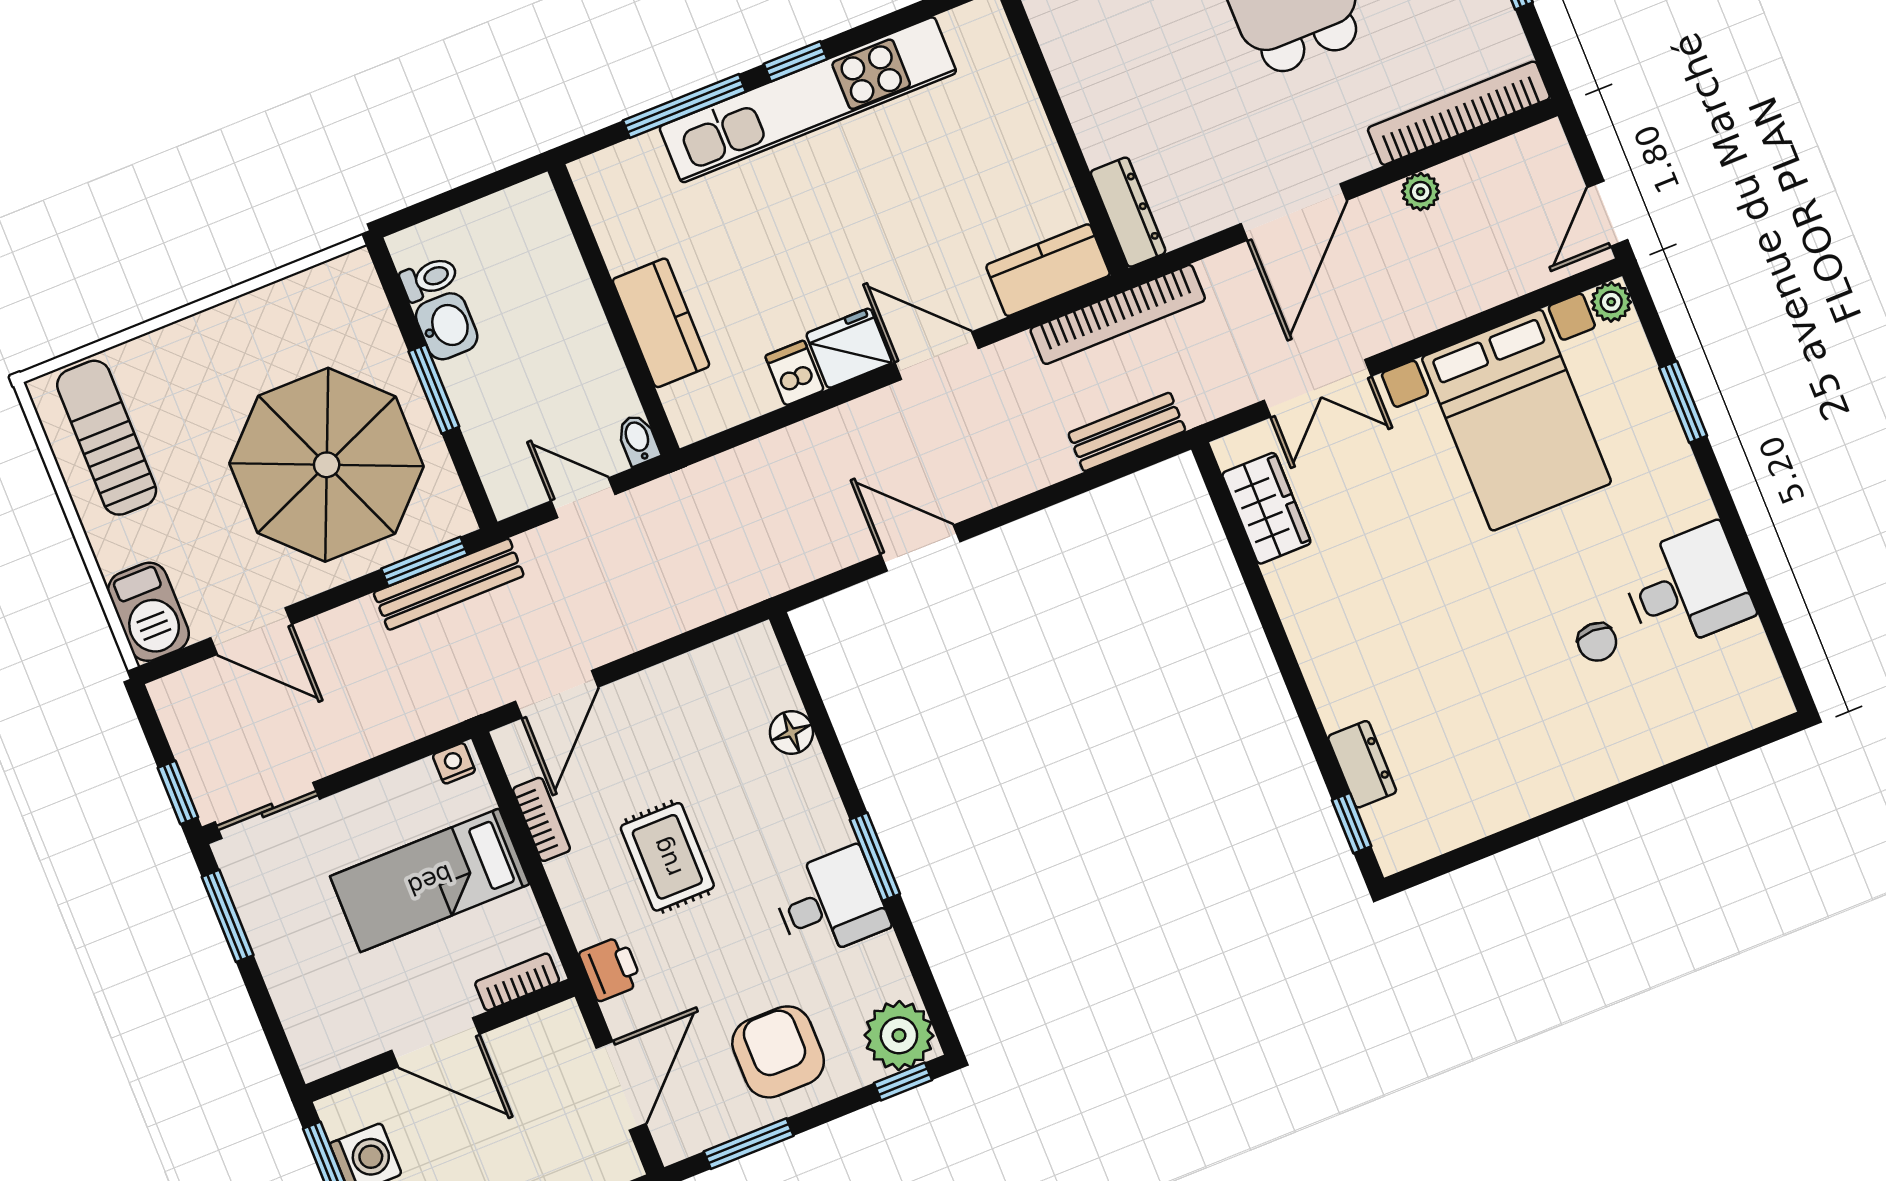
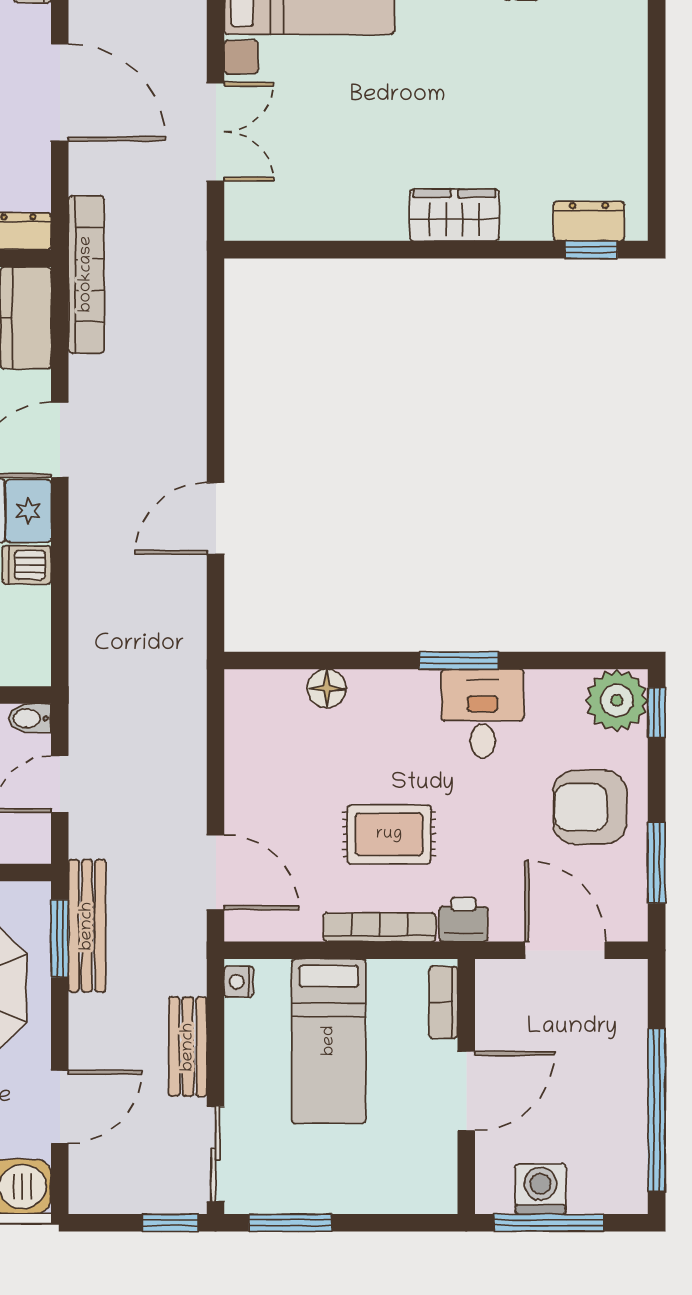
bench: (1127, 432) -> (188, 1047), moved
wardrobe: (1266, 508) -> (454, 215), moved
dresser: (1362, 764) -> (589, 221), moved
bookcase: (541, 819) -> (380, 927), moved, width x1.56

